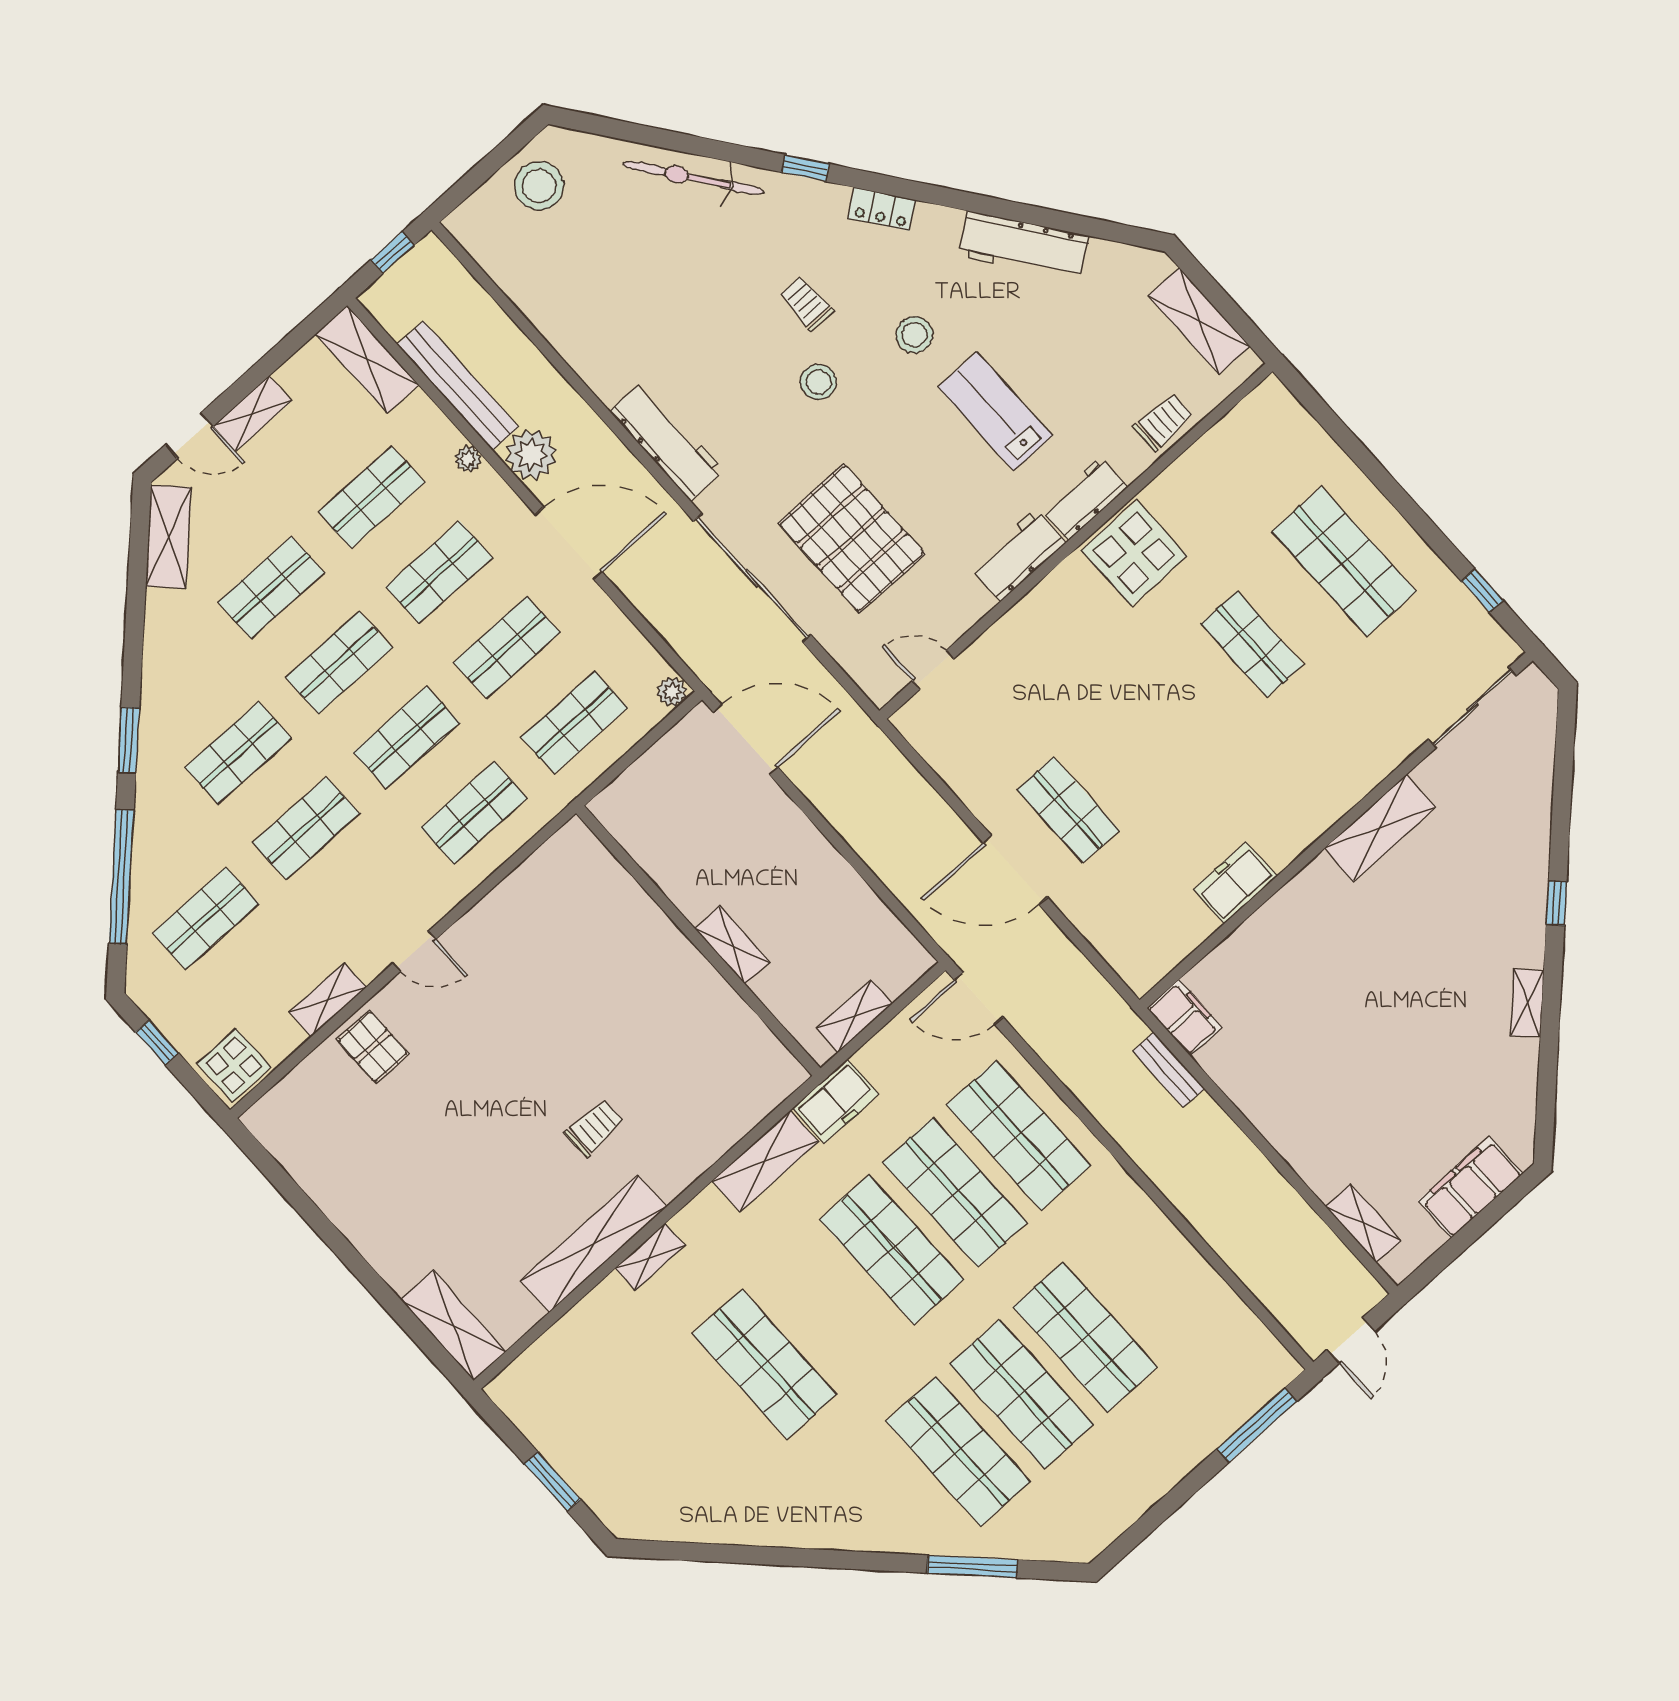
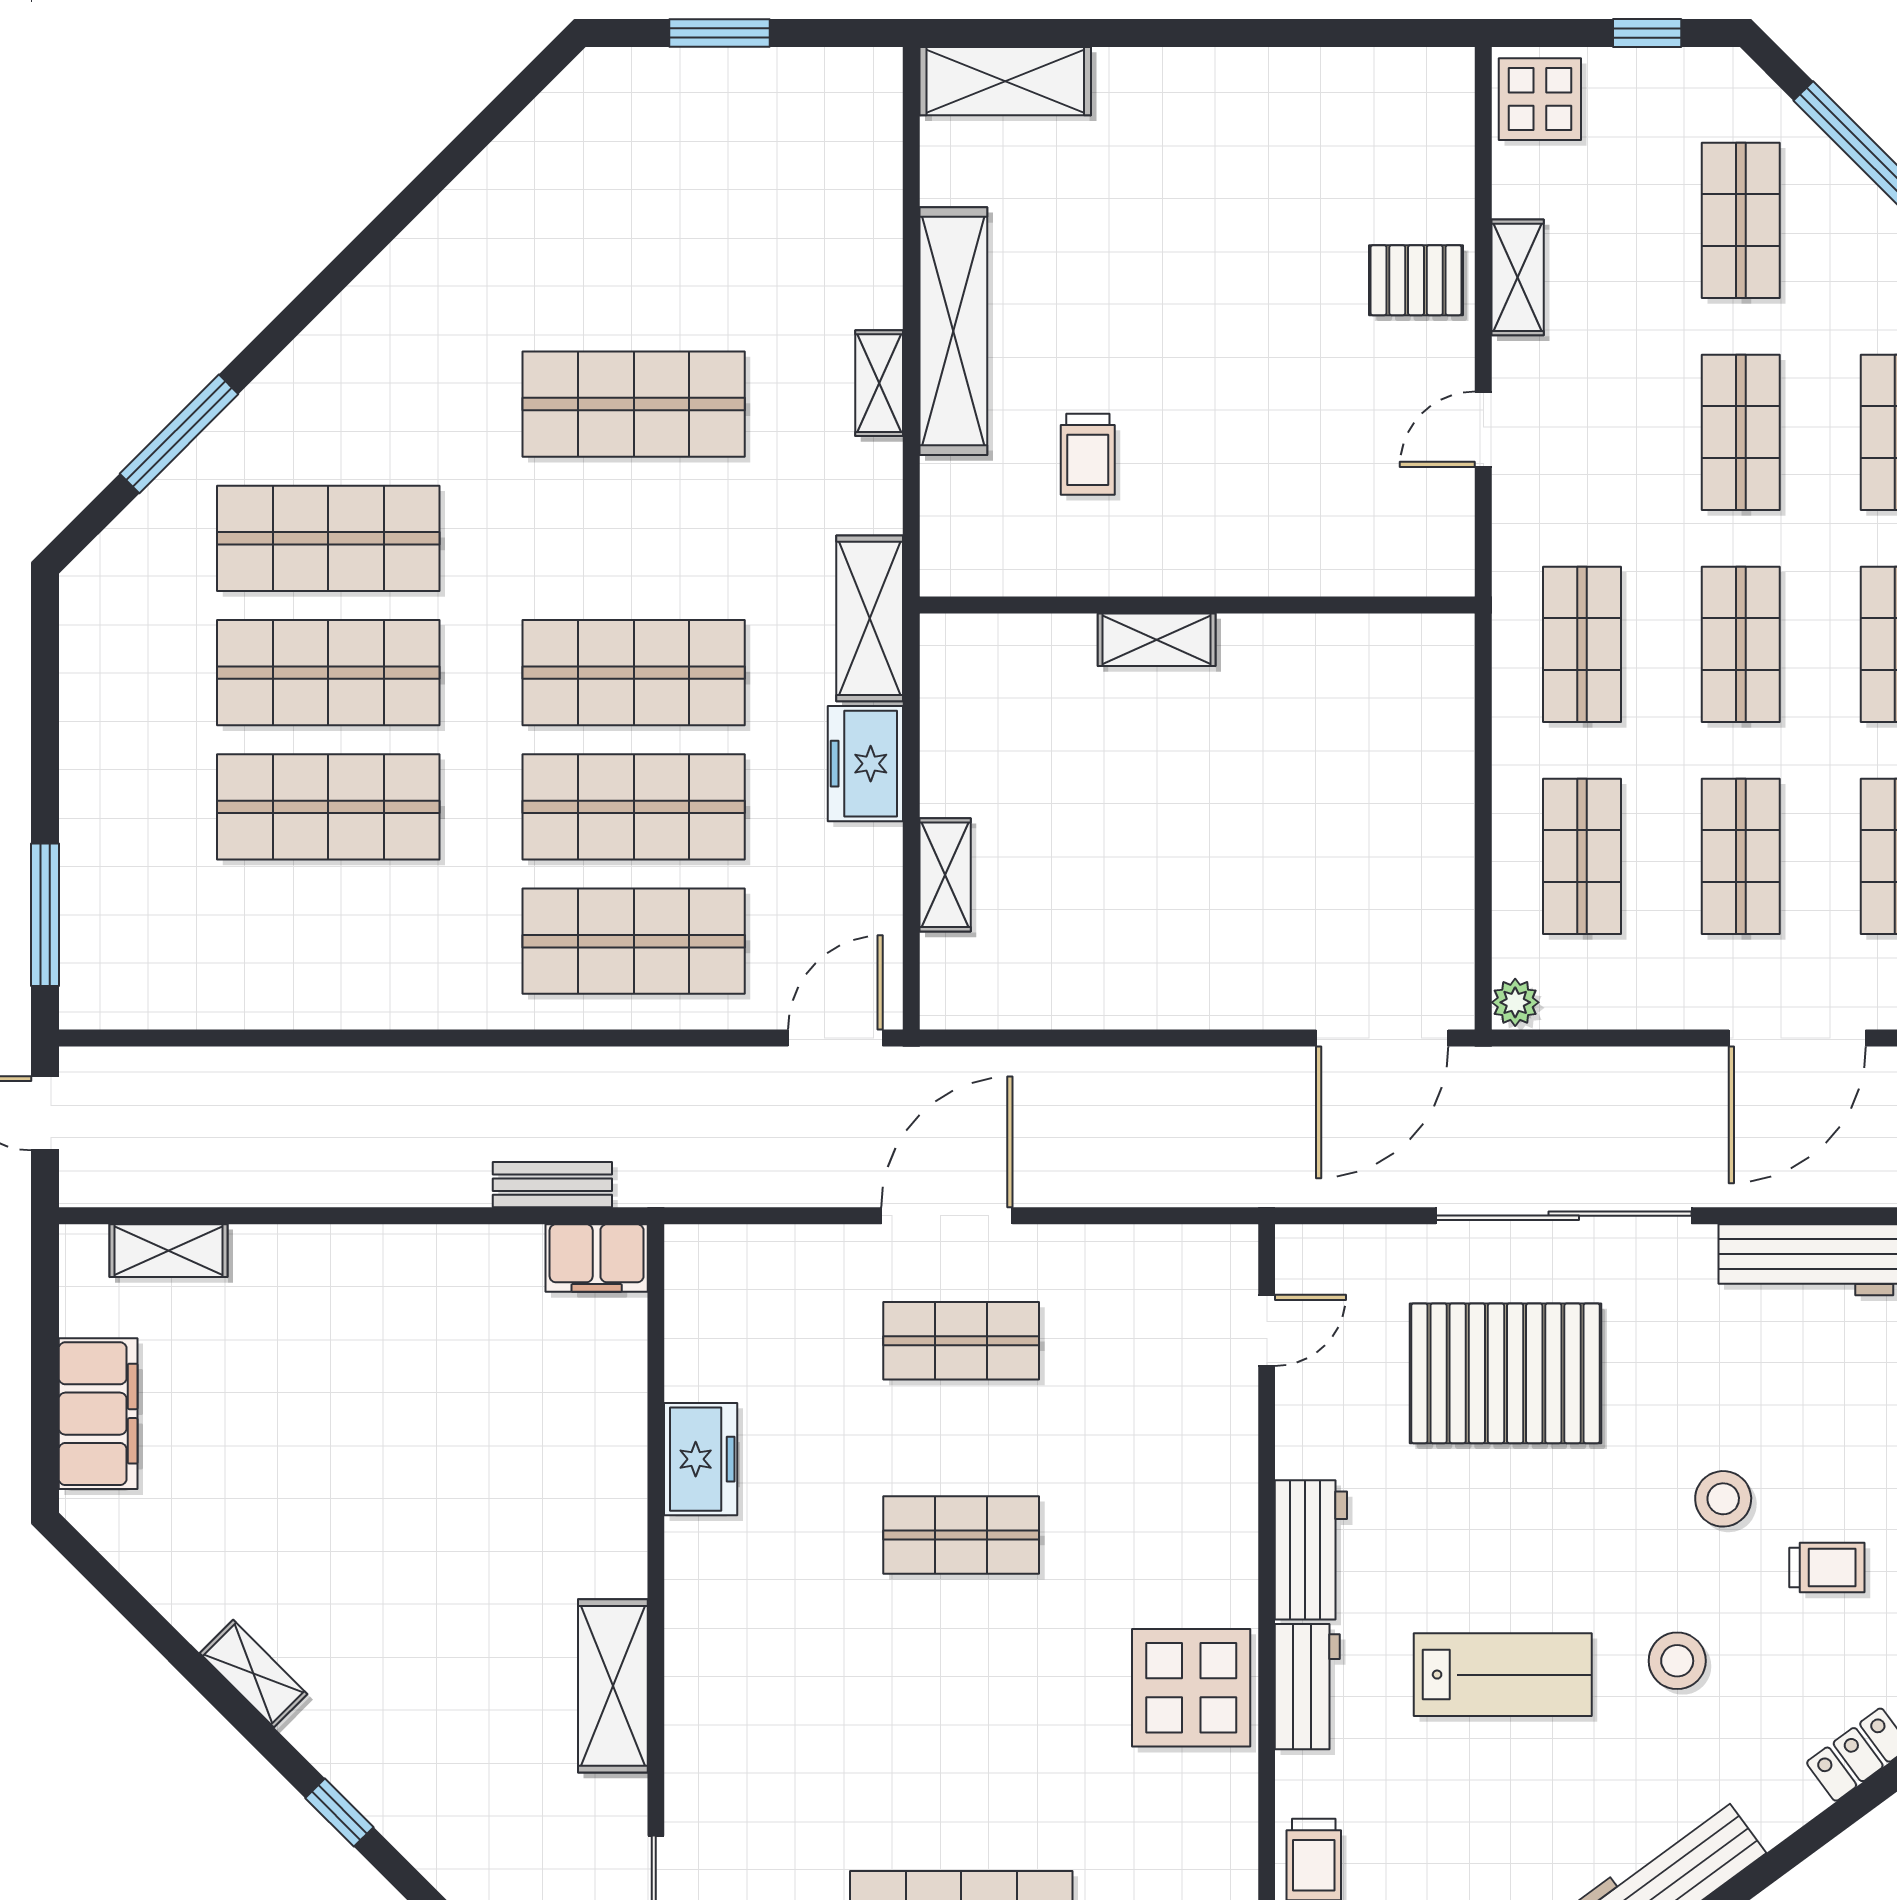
shop shelf: (1252, 644) -> (961, 1535), moved
wall: (698, 941) -> (1197, 605), moved
shelving: (732, 945) -> (1157, 640), moved

